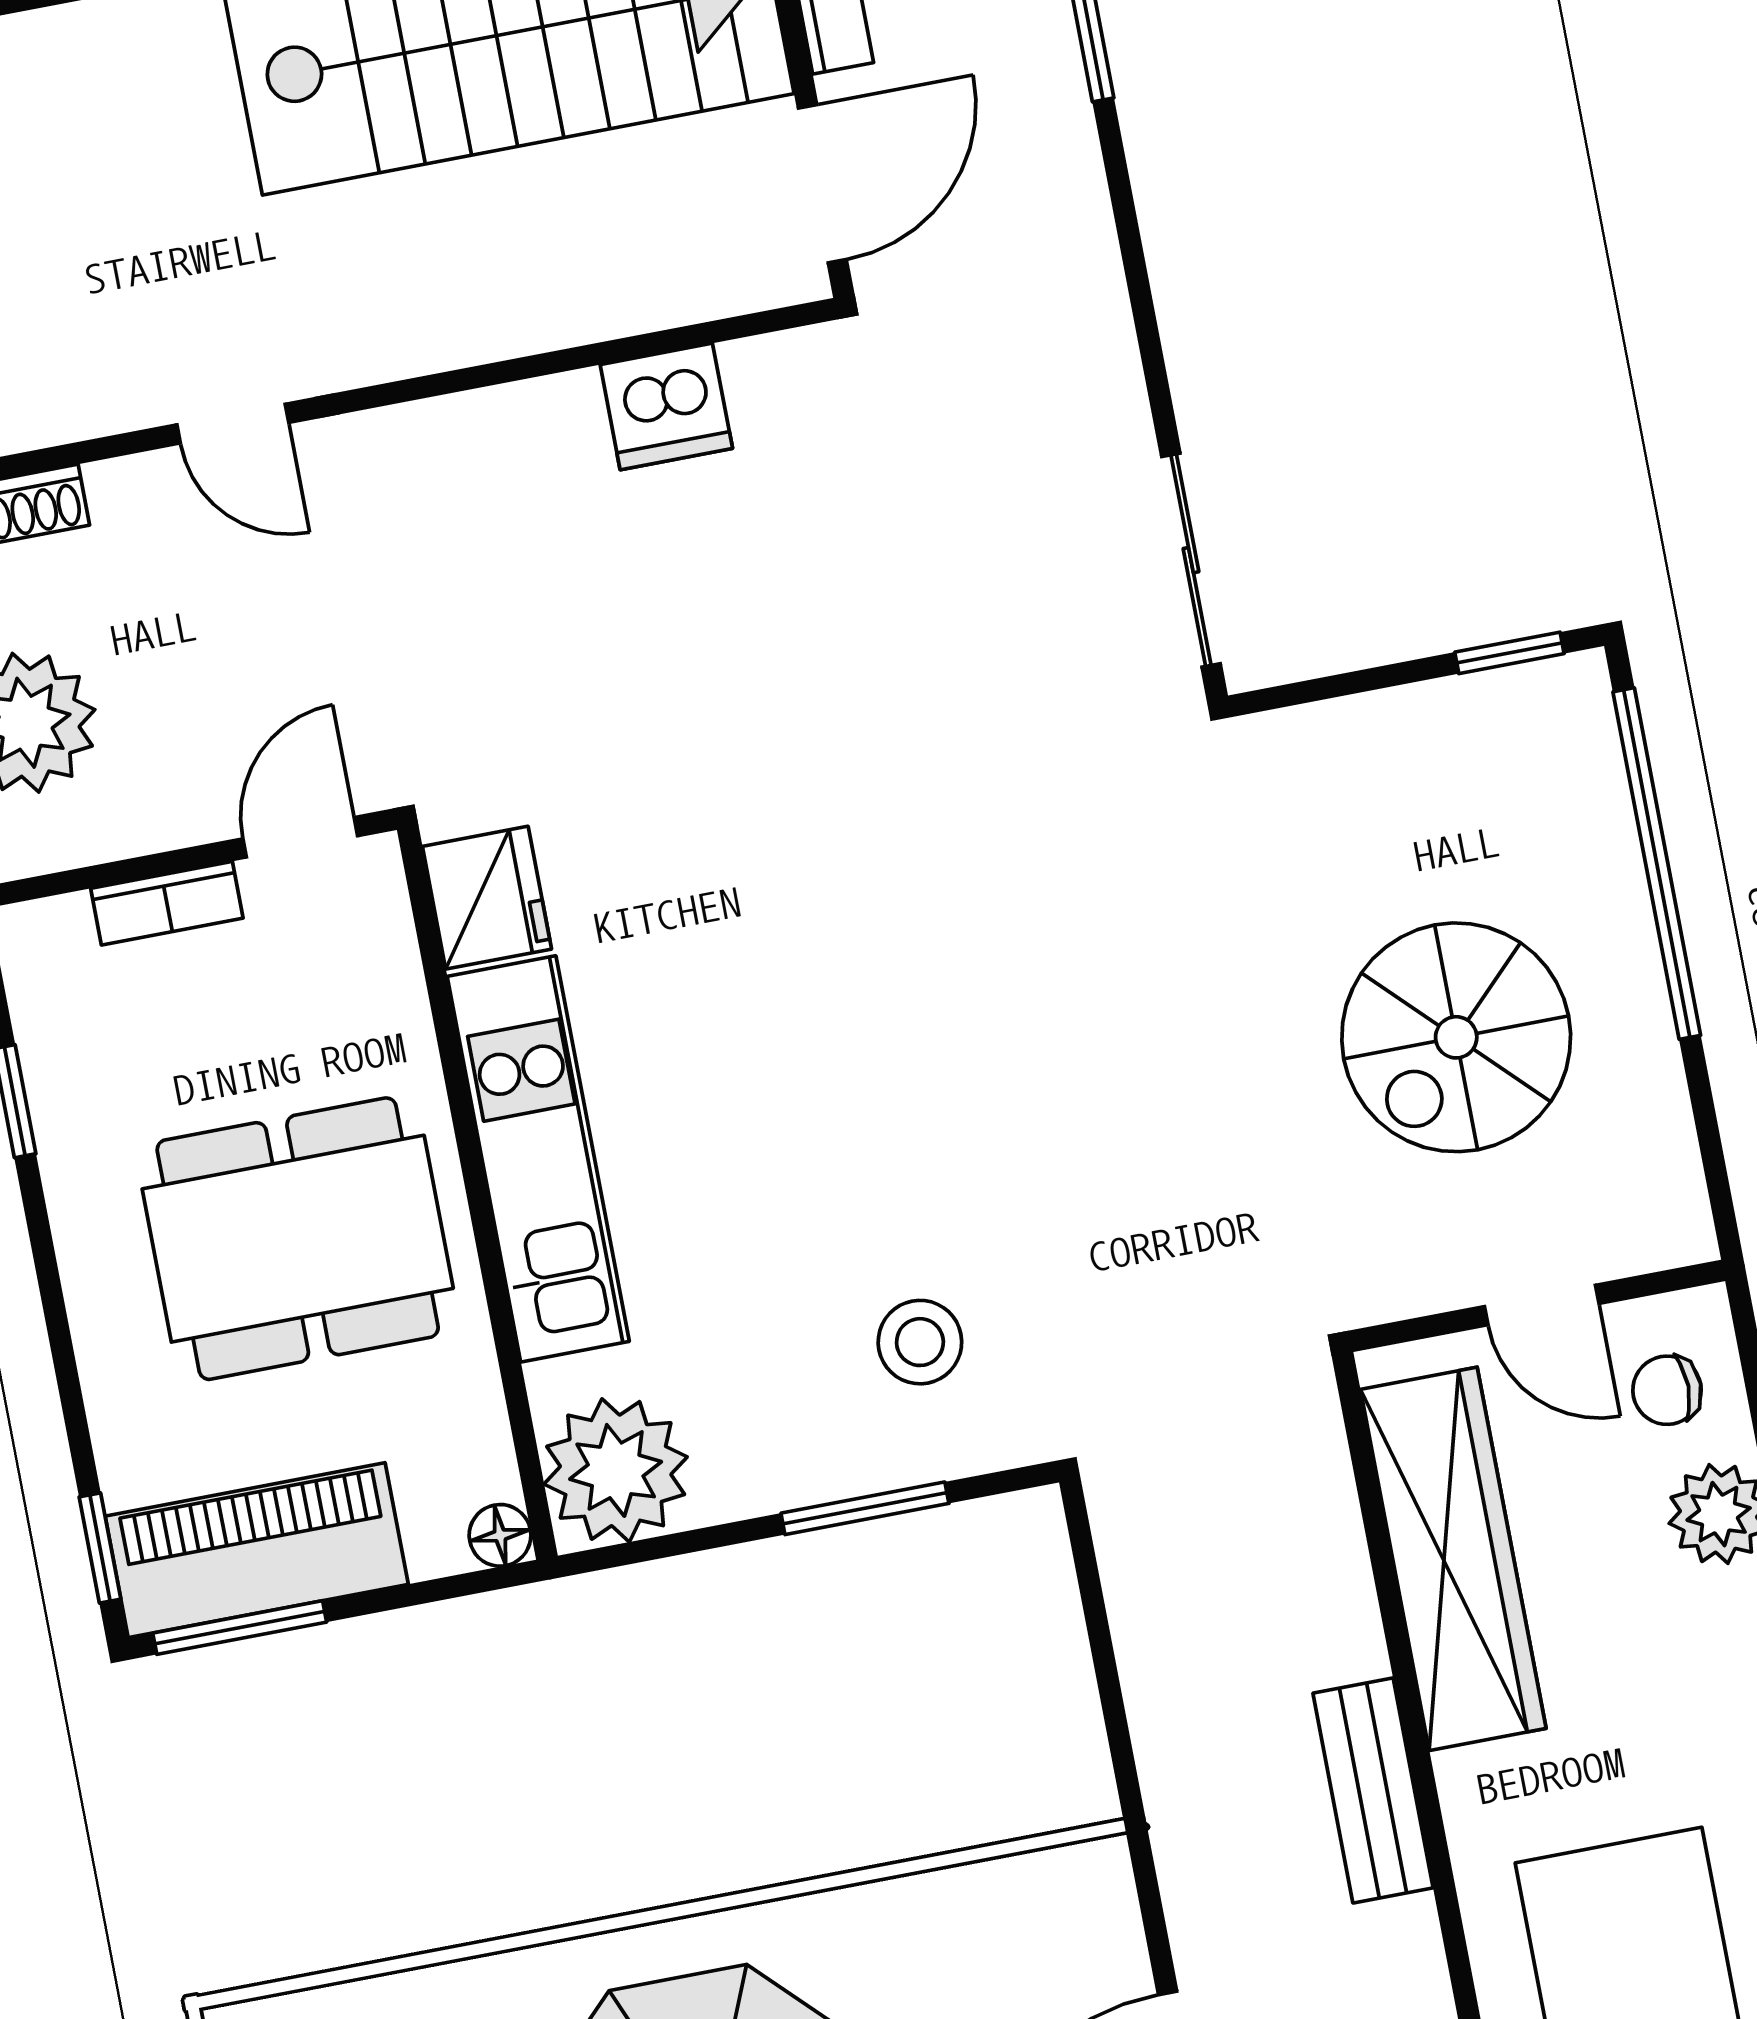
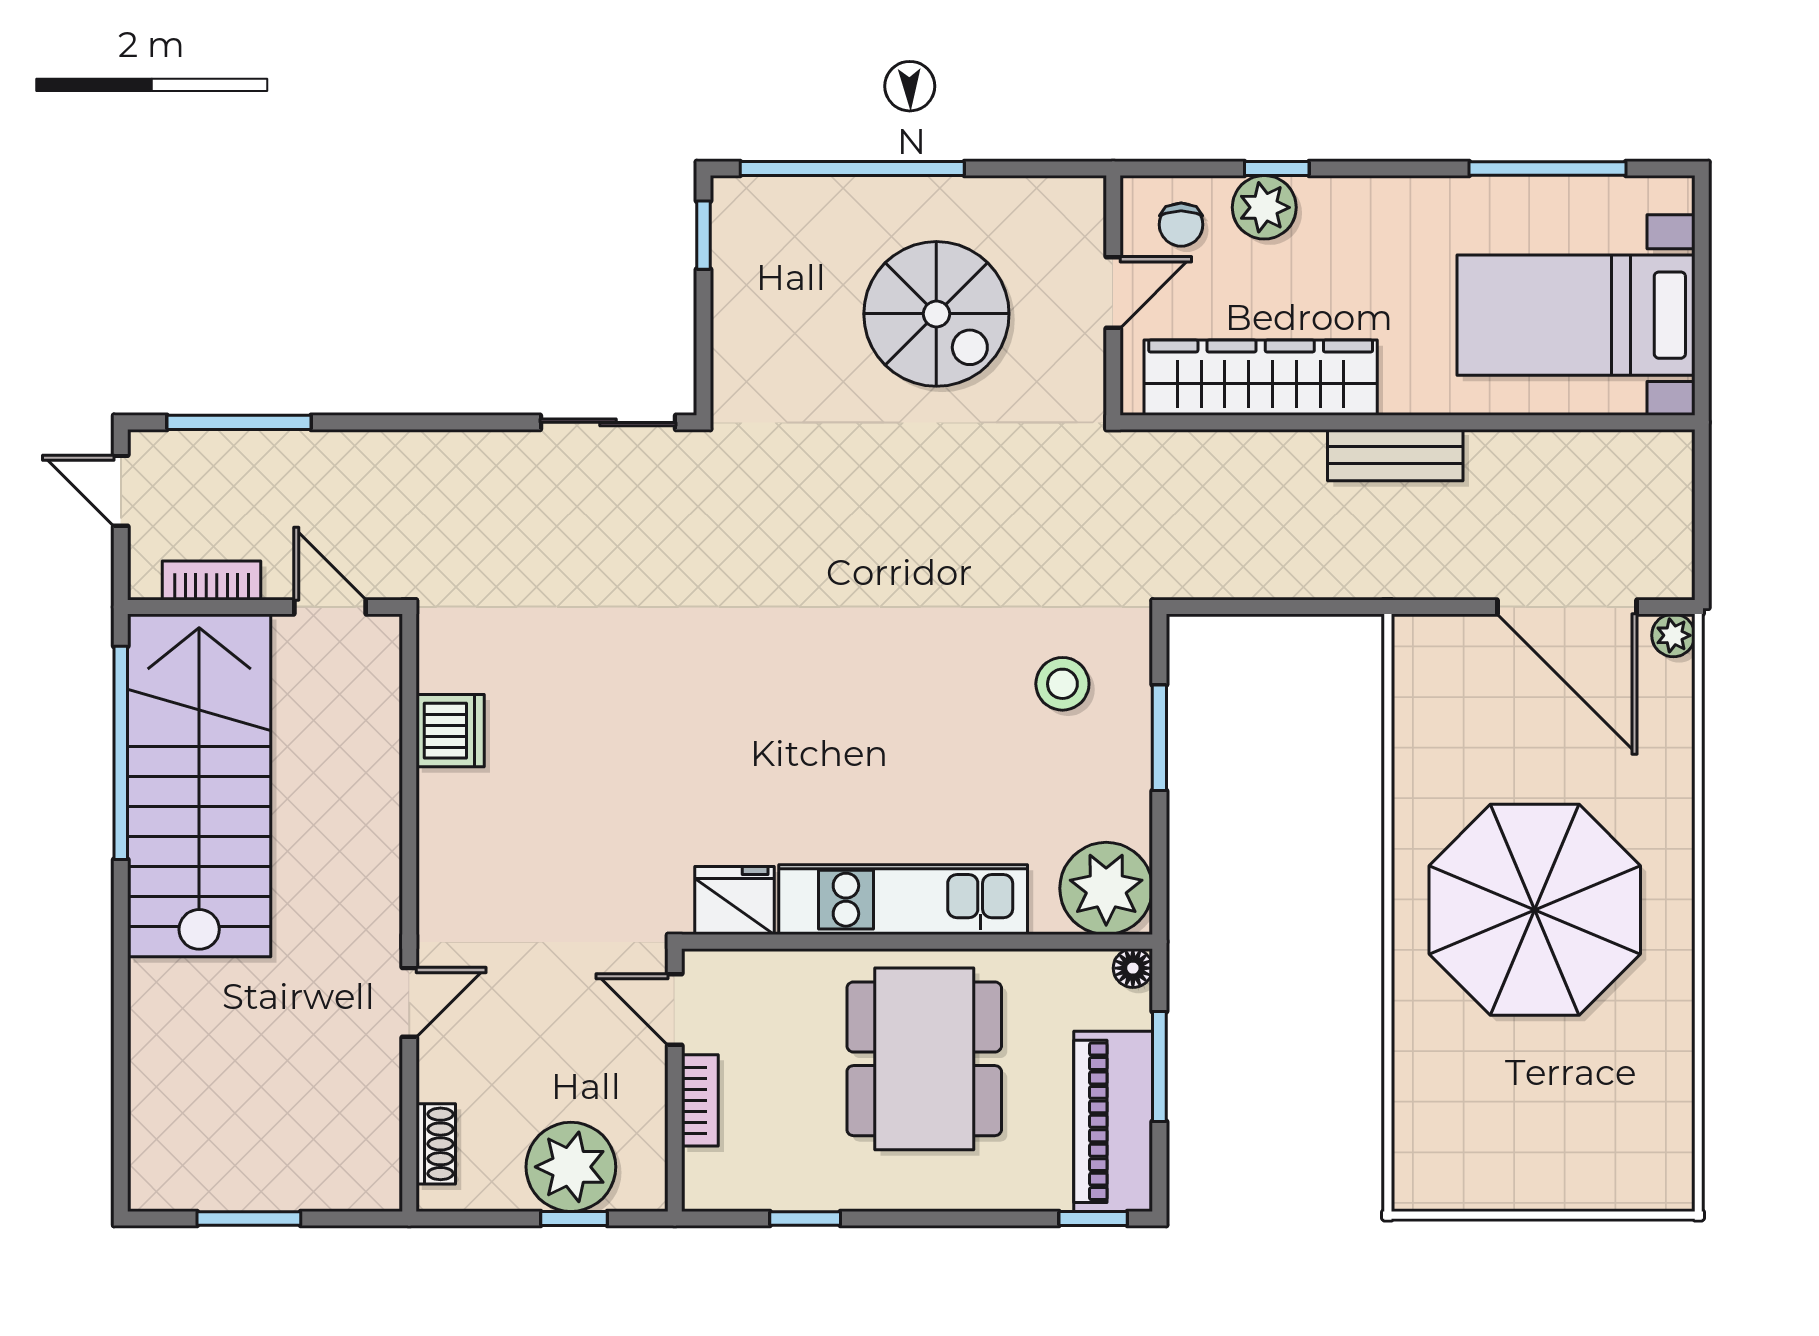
door: (822, 184) -> (330, 607), width x0.73
window: (240, 1628) -> (1159, 1067), moved

